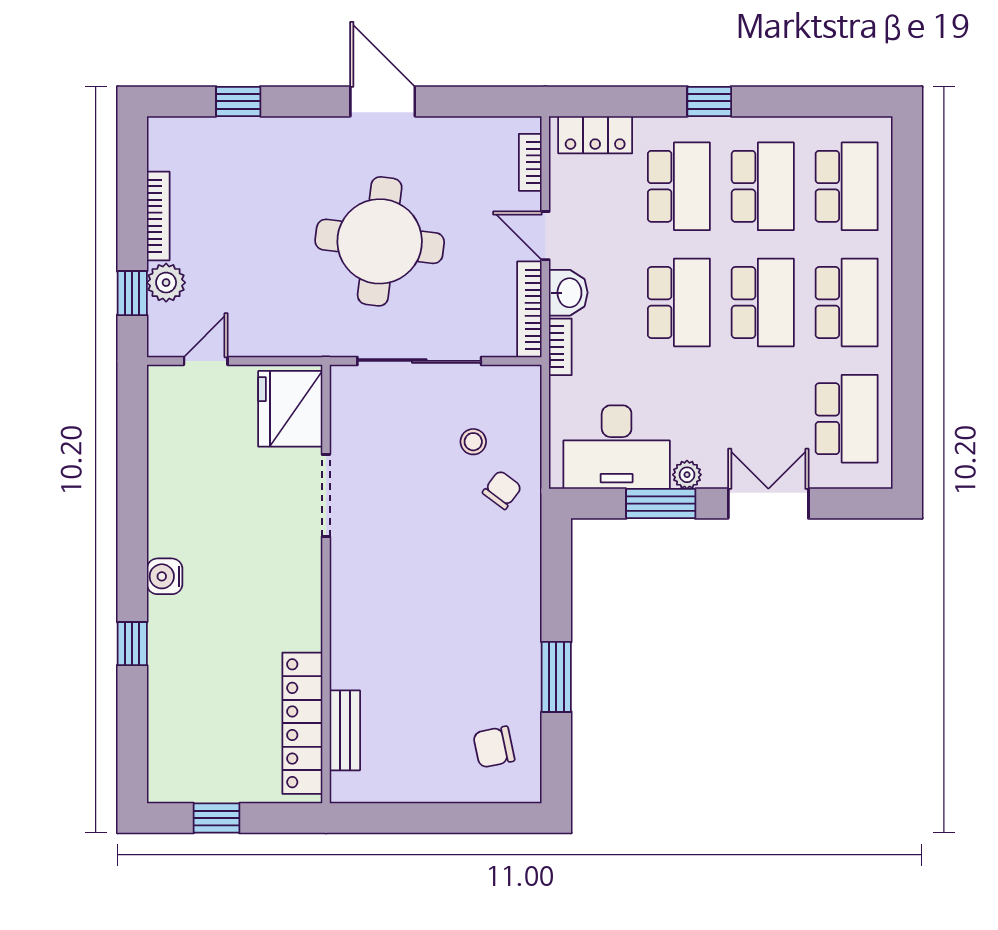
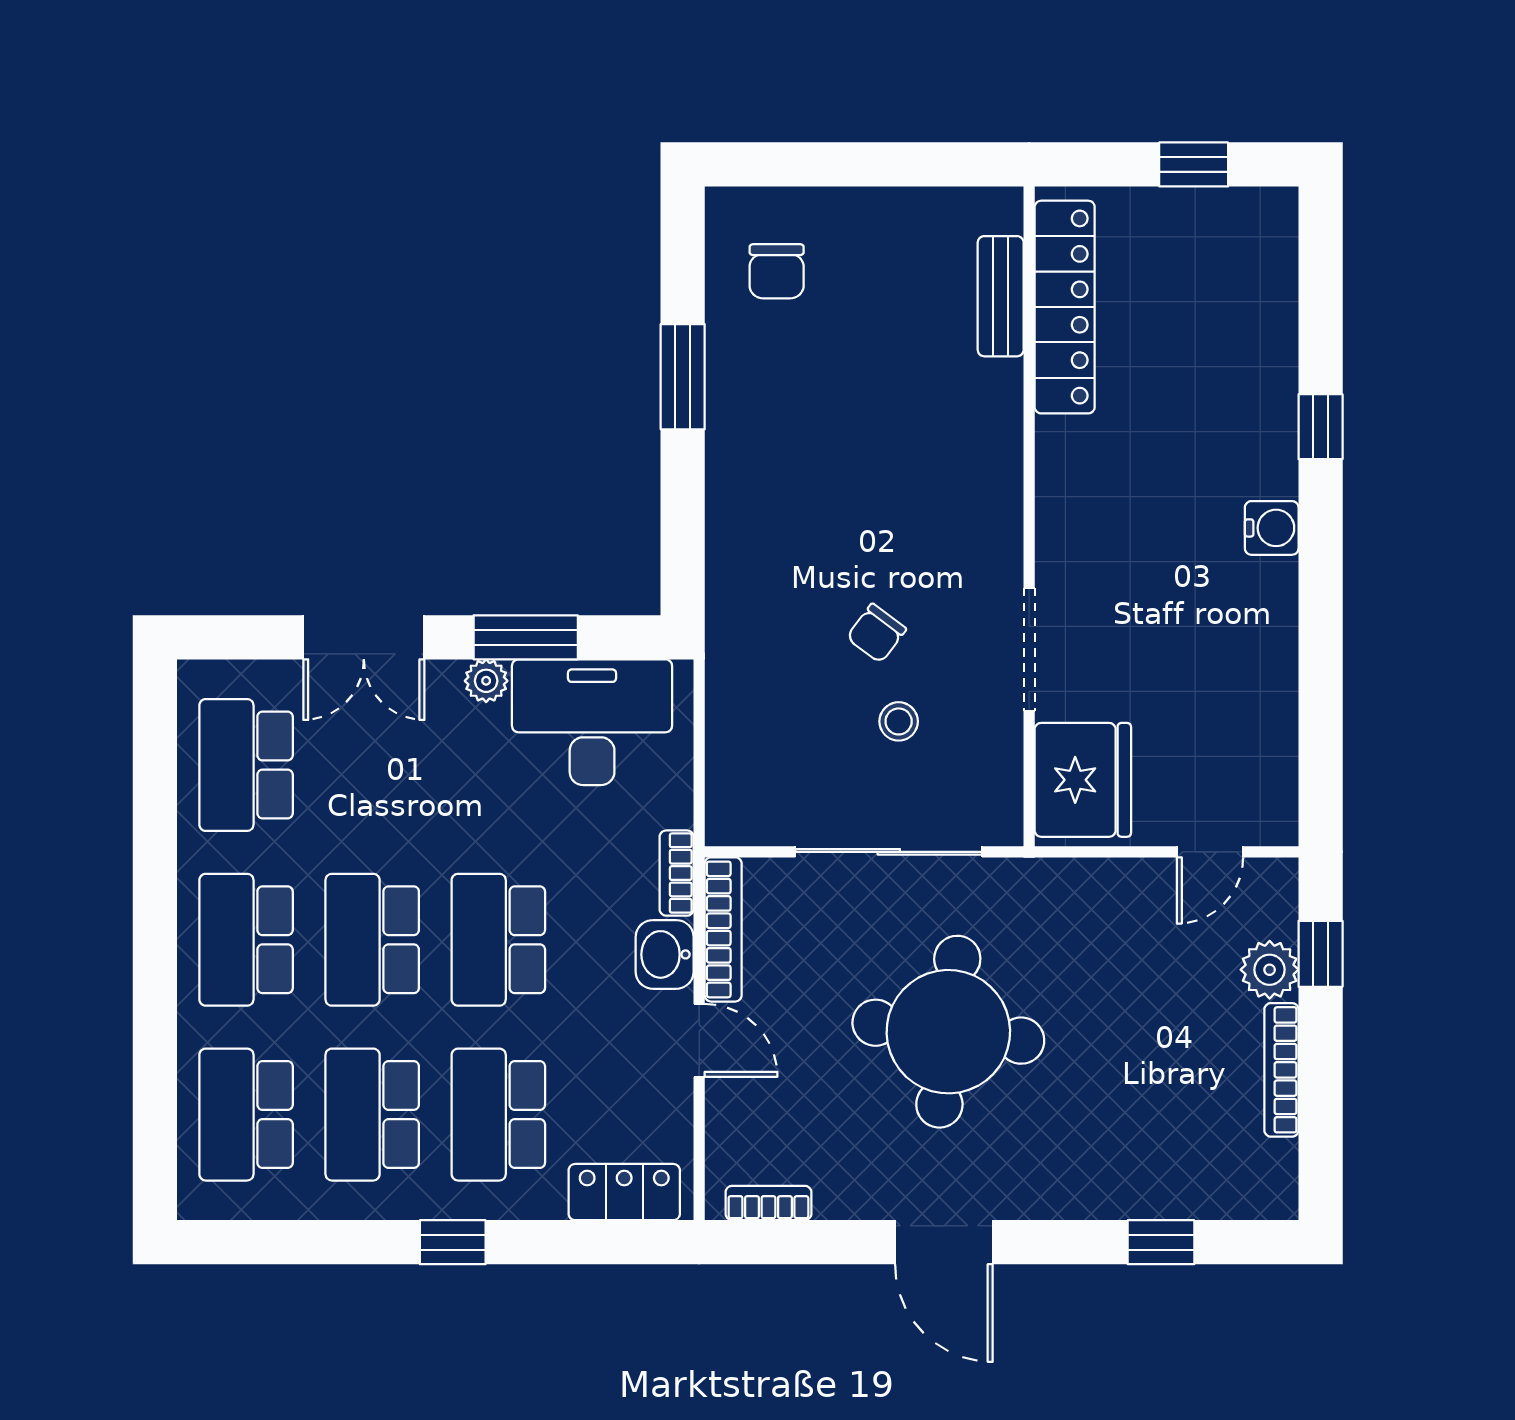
bookcase: (530, 162) -> (768, 1203), moved, turned -90
stool: (473, 442) -> (899, 721), moved
chair: (502, 490) -> (876, 633), moved
chair: (494, 747) -> (777, 271), turned 102

